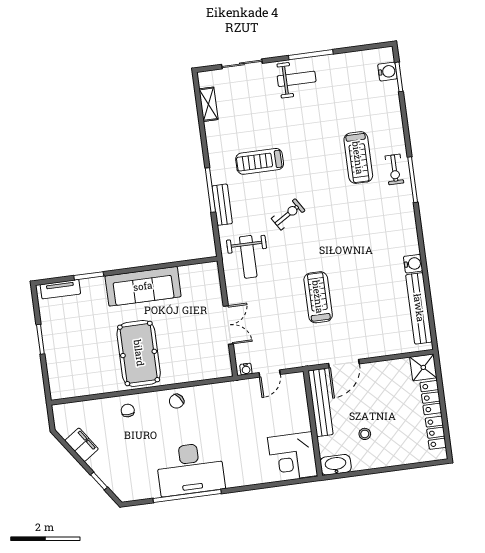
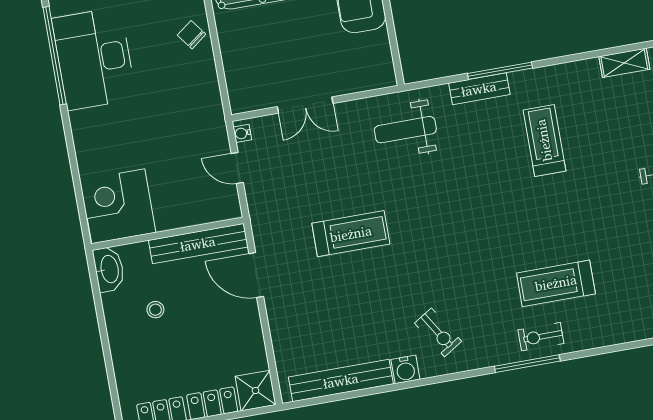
exercise bike: (288, 214) -> (438, 332), moved

